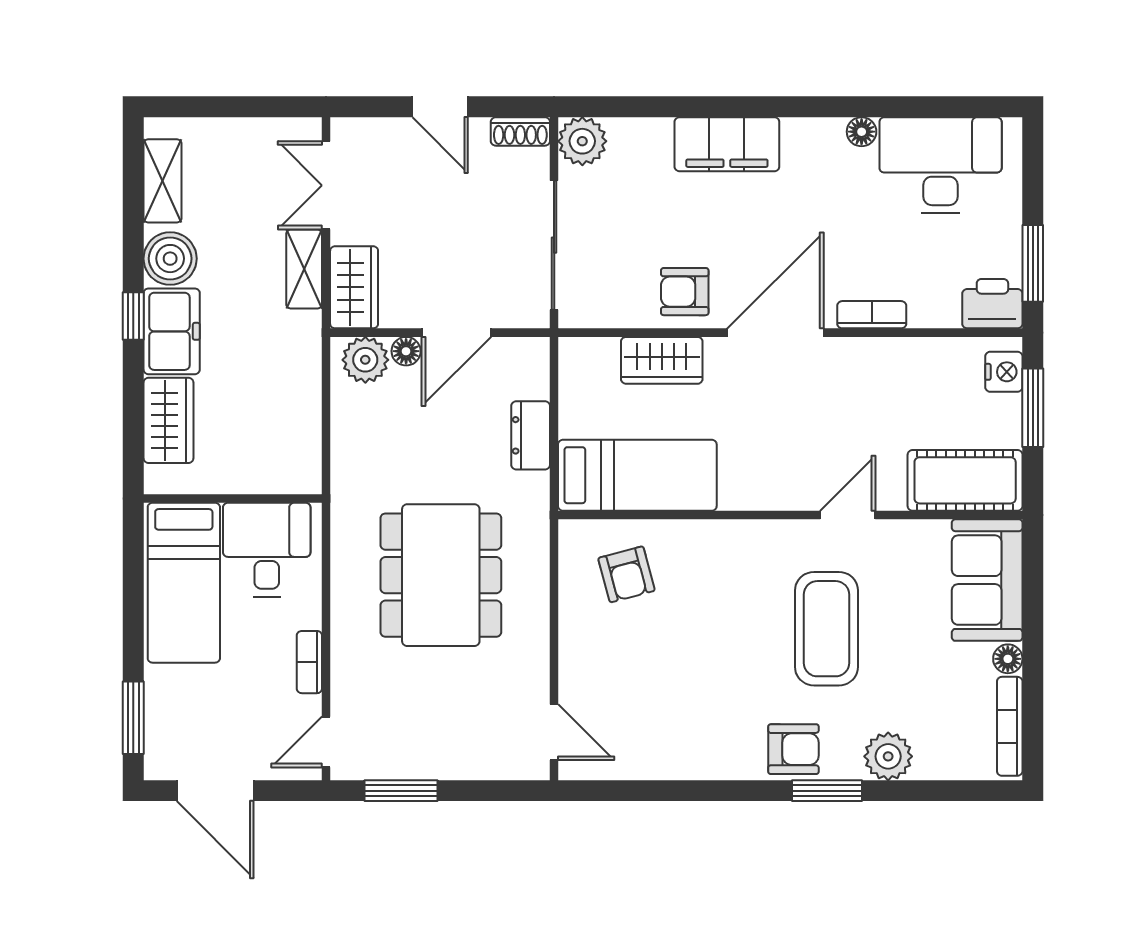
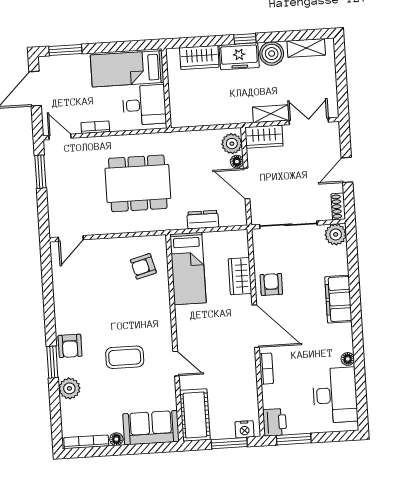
coffee table: (826, 629) -> (125, 357), width x0.73, depth x0.76

